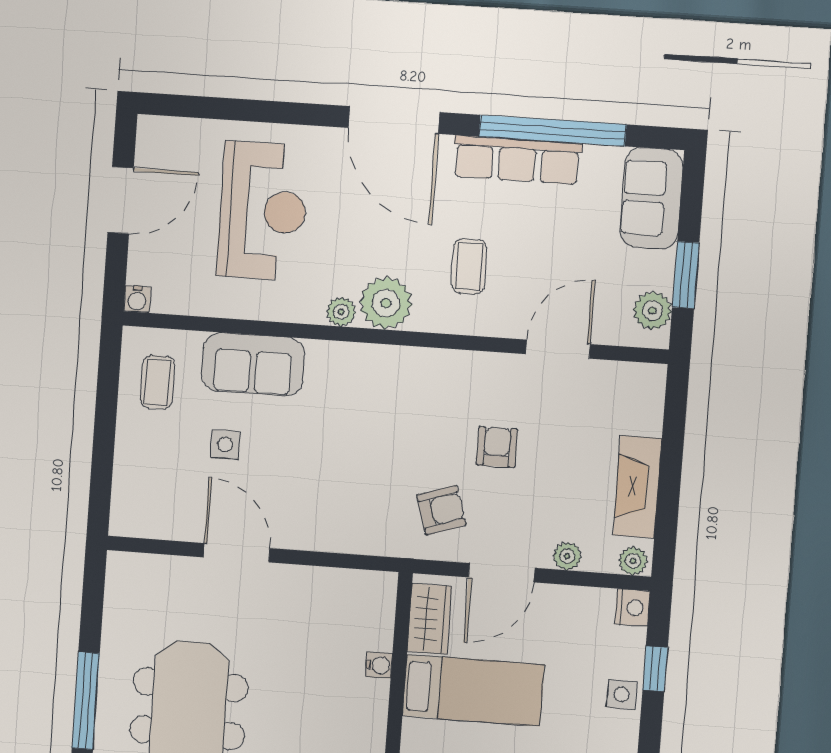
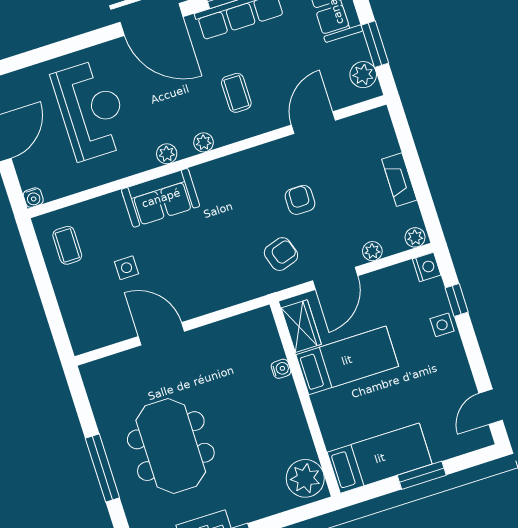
plant: (386, 303) -> (204, 142), width x0.53, depth x0.53
sofa: (253, 364) -> (161, 198), moved
fireplace: (637, 487) -> (399, 180), width x0.73, depth x0.76

